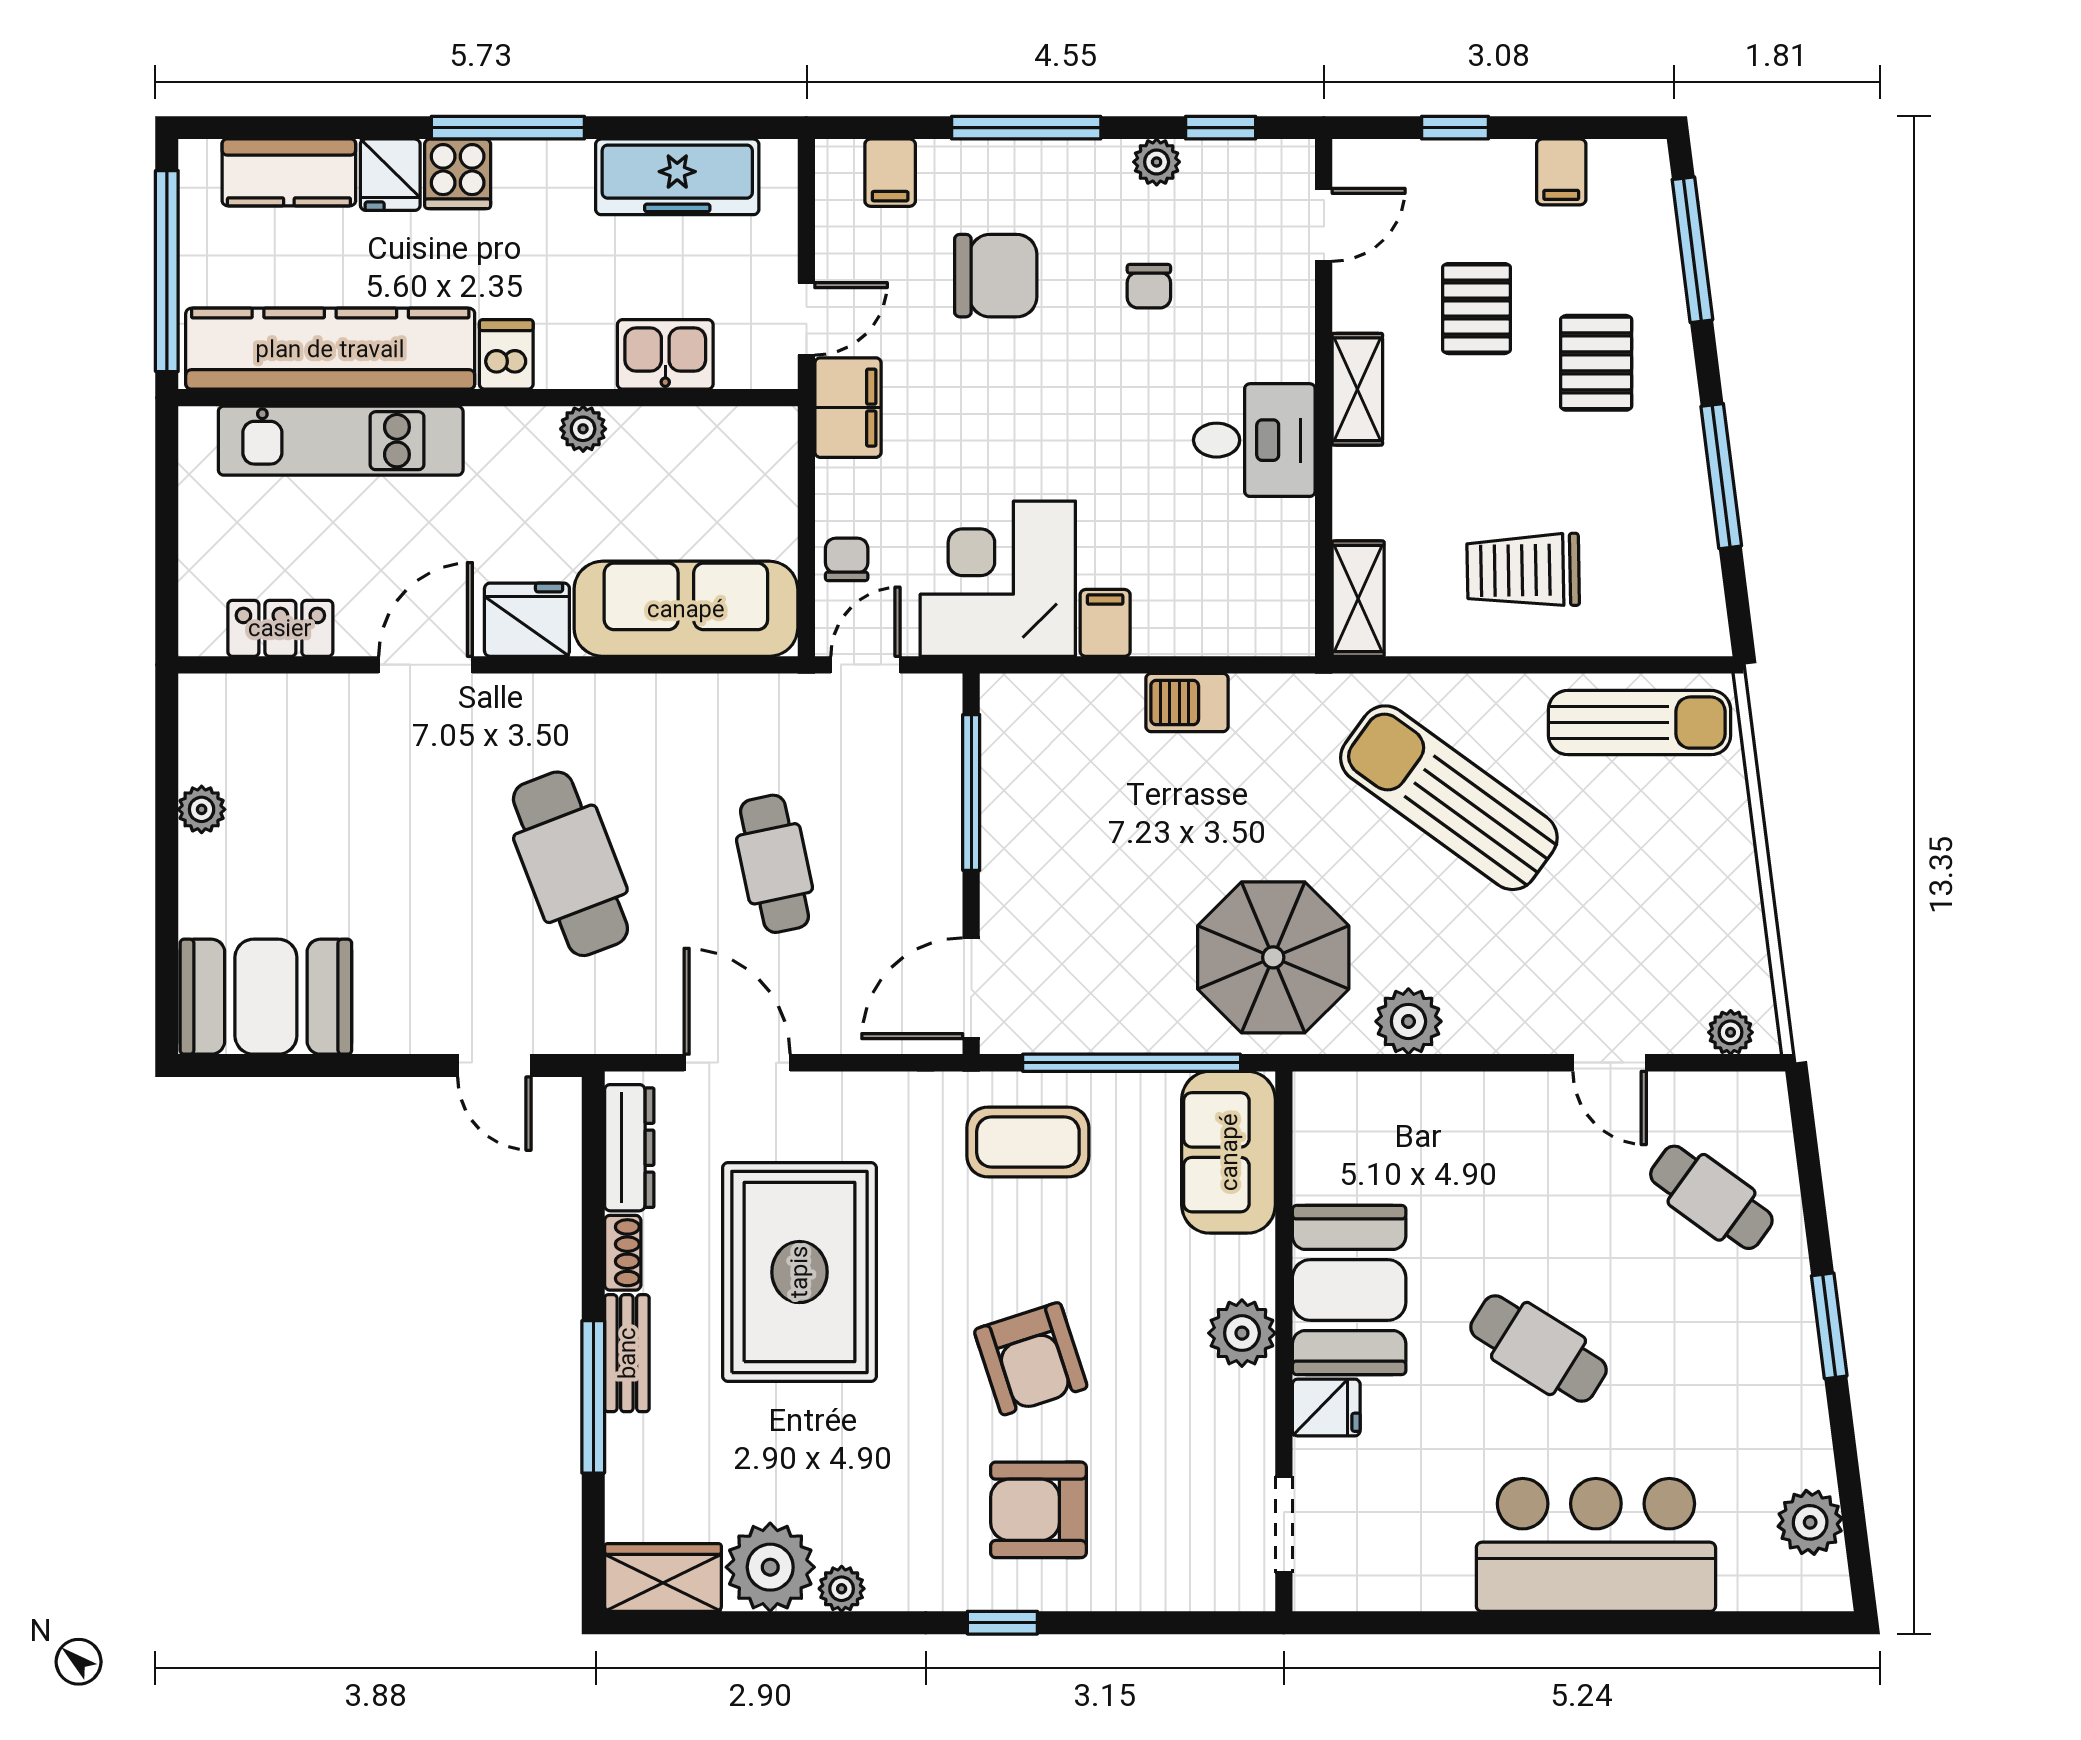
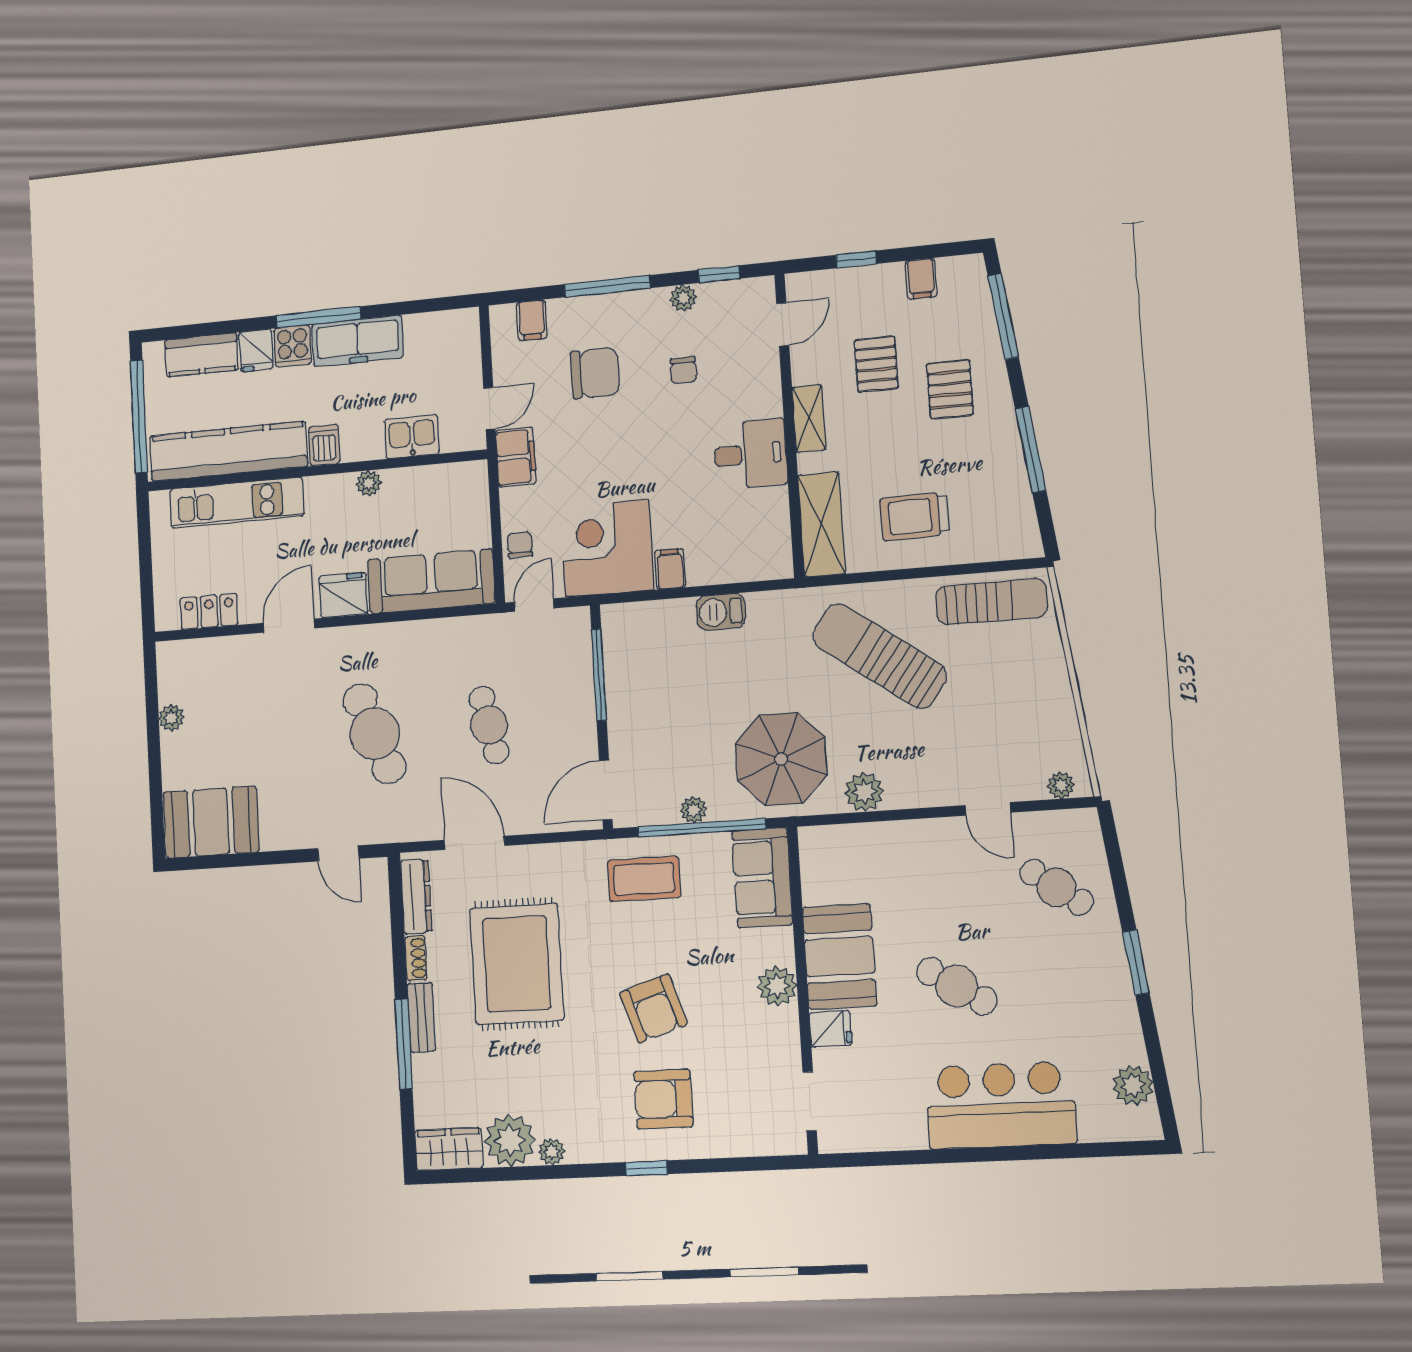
freezer: (677, 177) -> (358, 341), moved
shelving: (1358, 599) -> (821, 524), width x1.50, depth x1.33
plant: (1119, 1032) -> (693, 810), added

